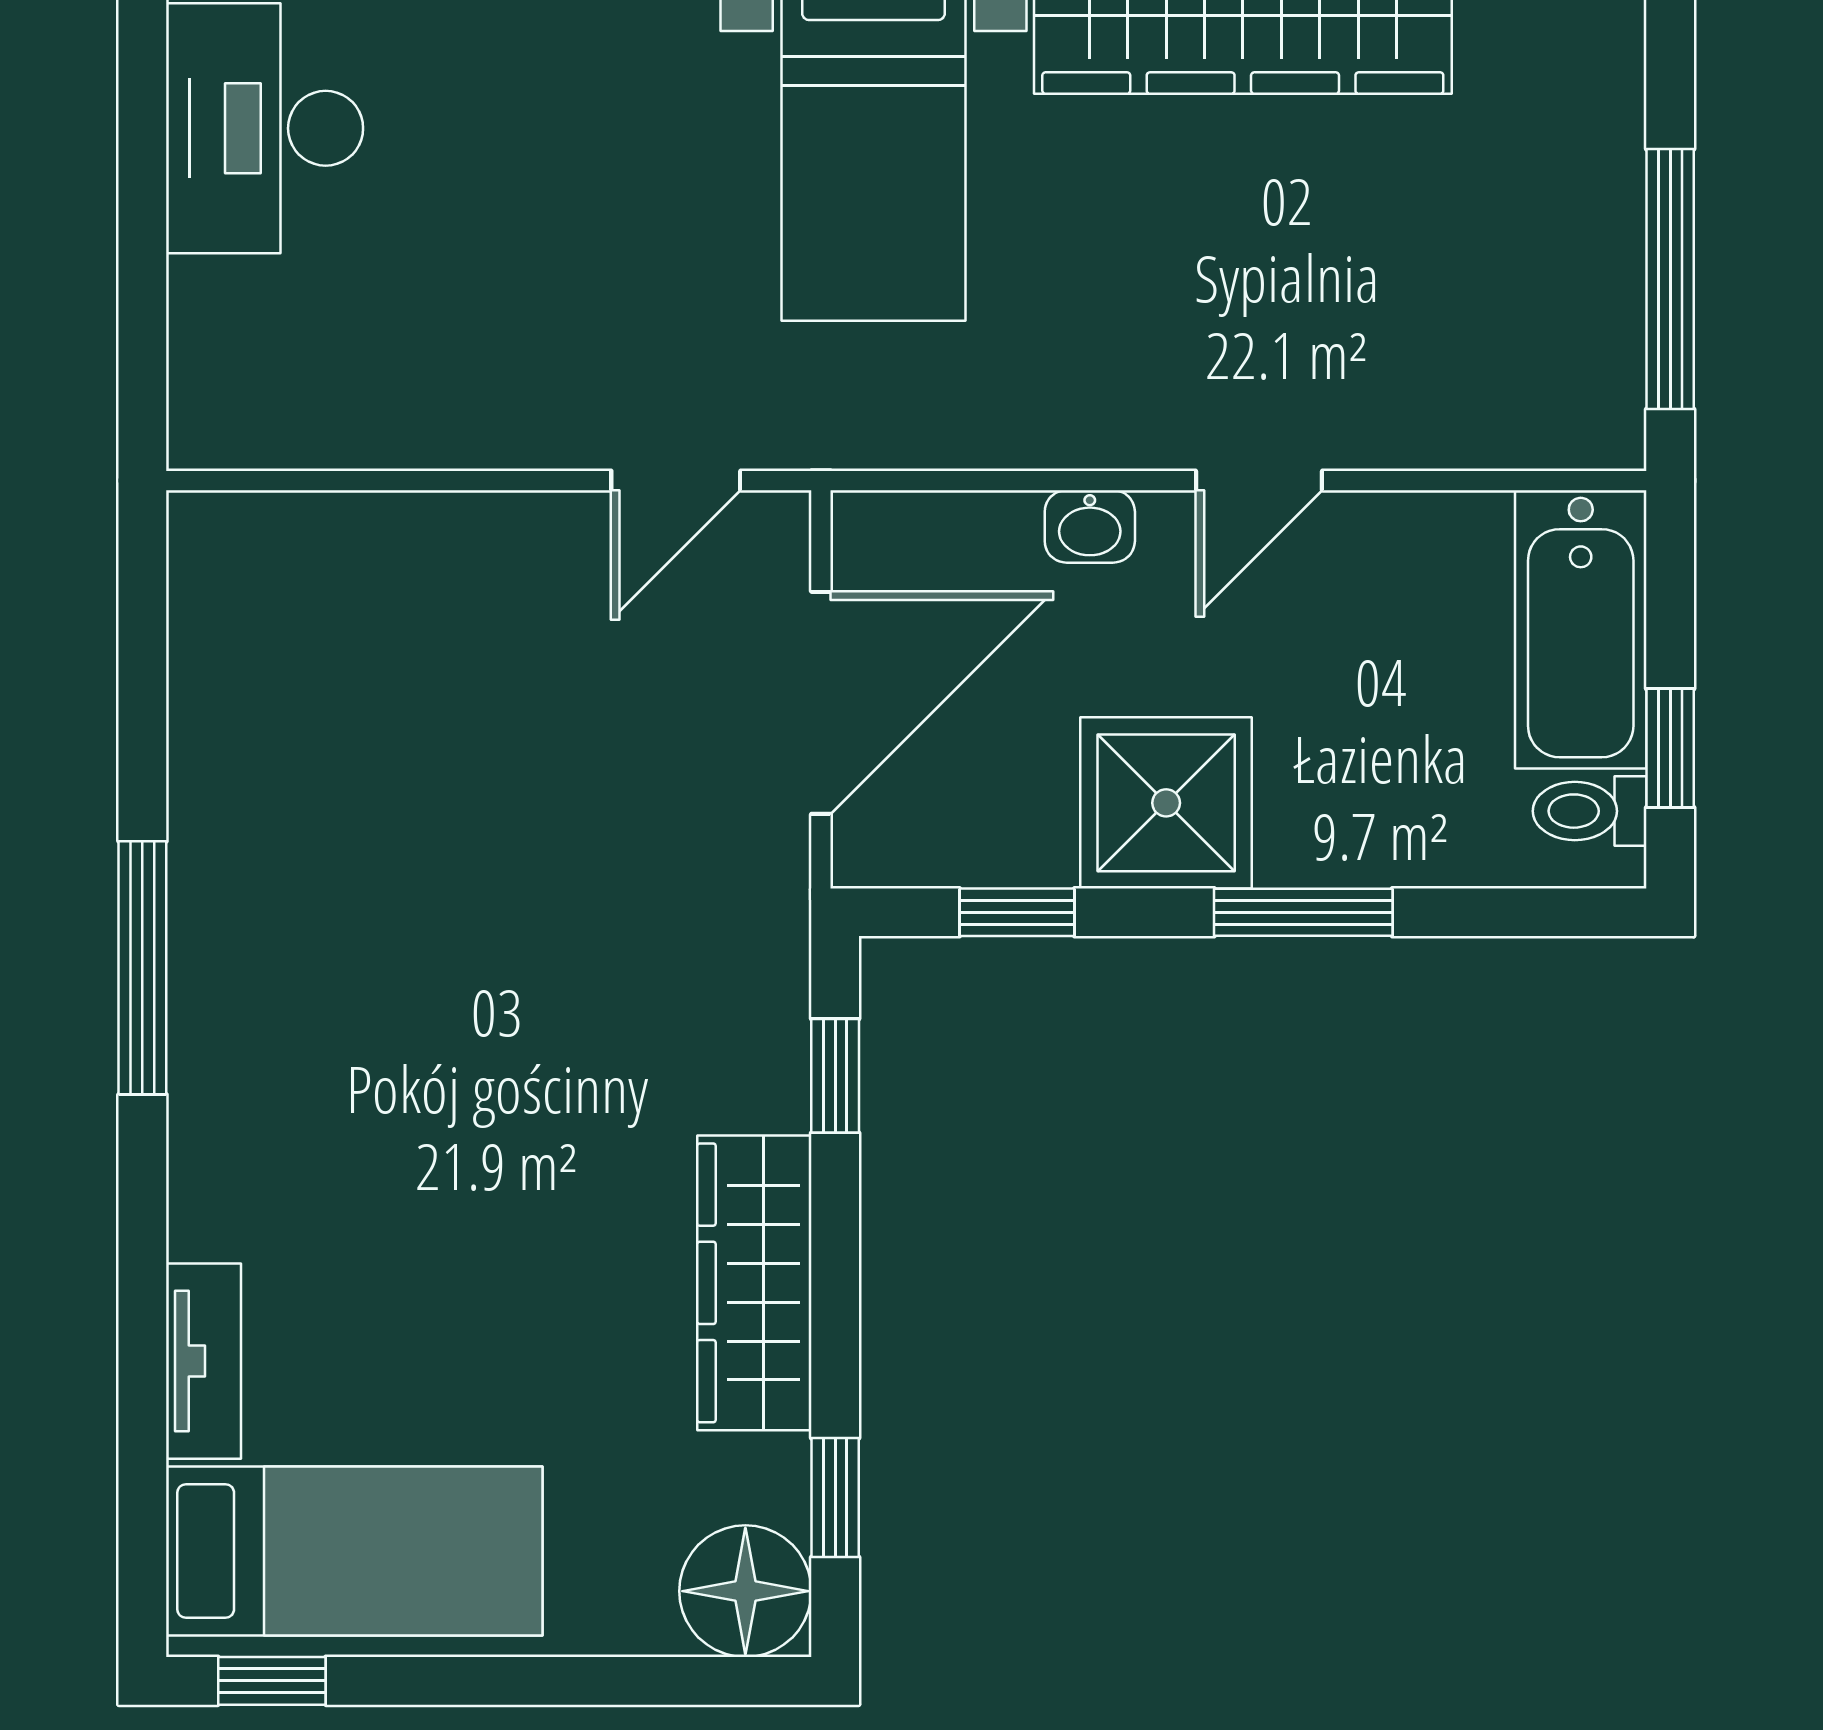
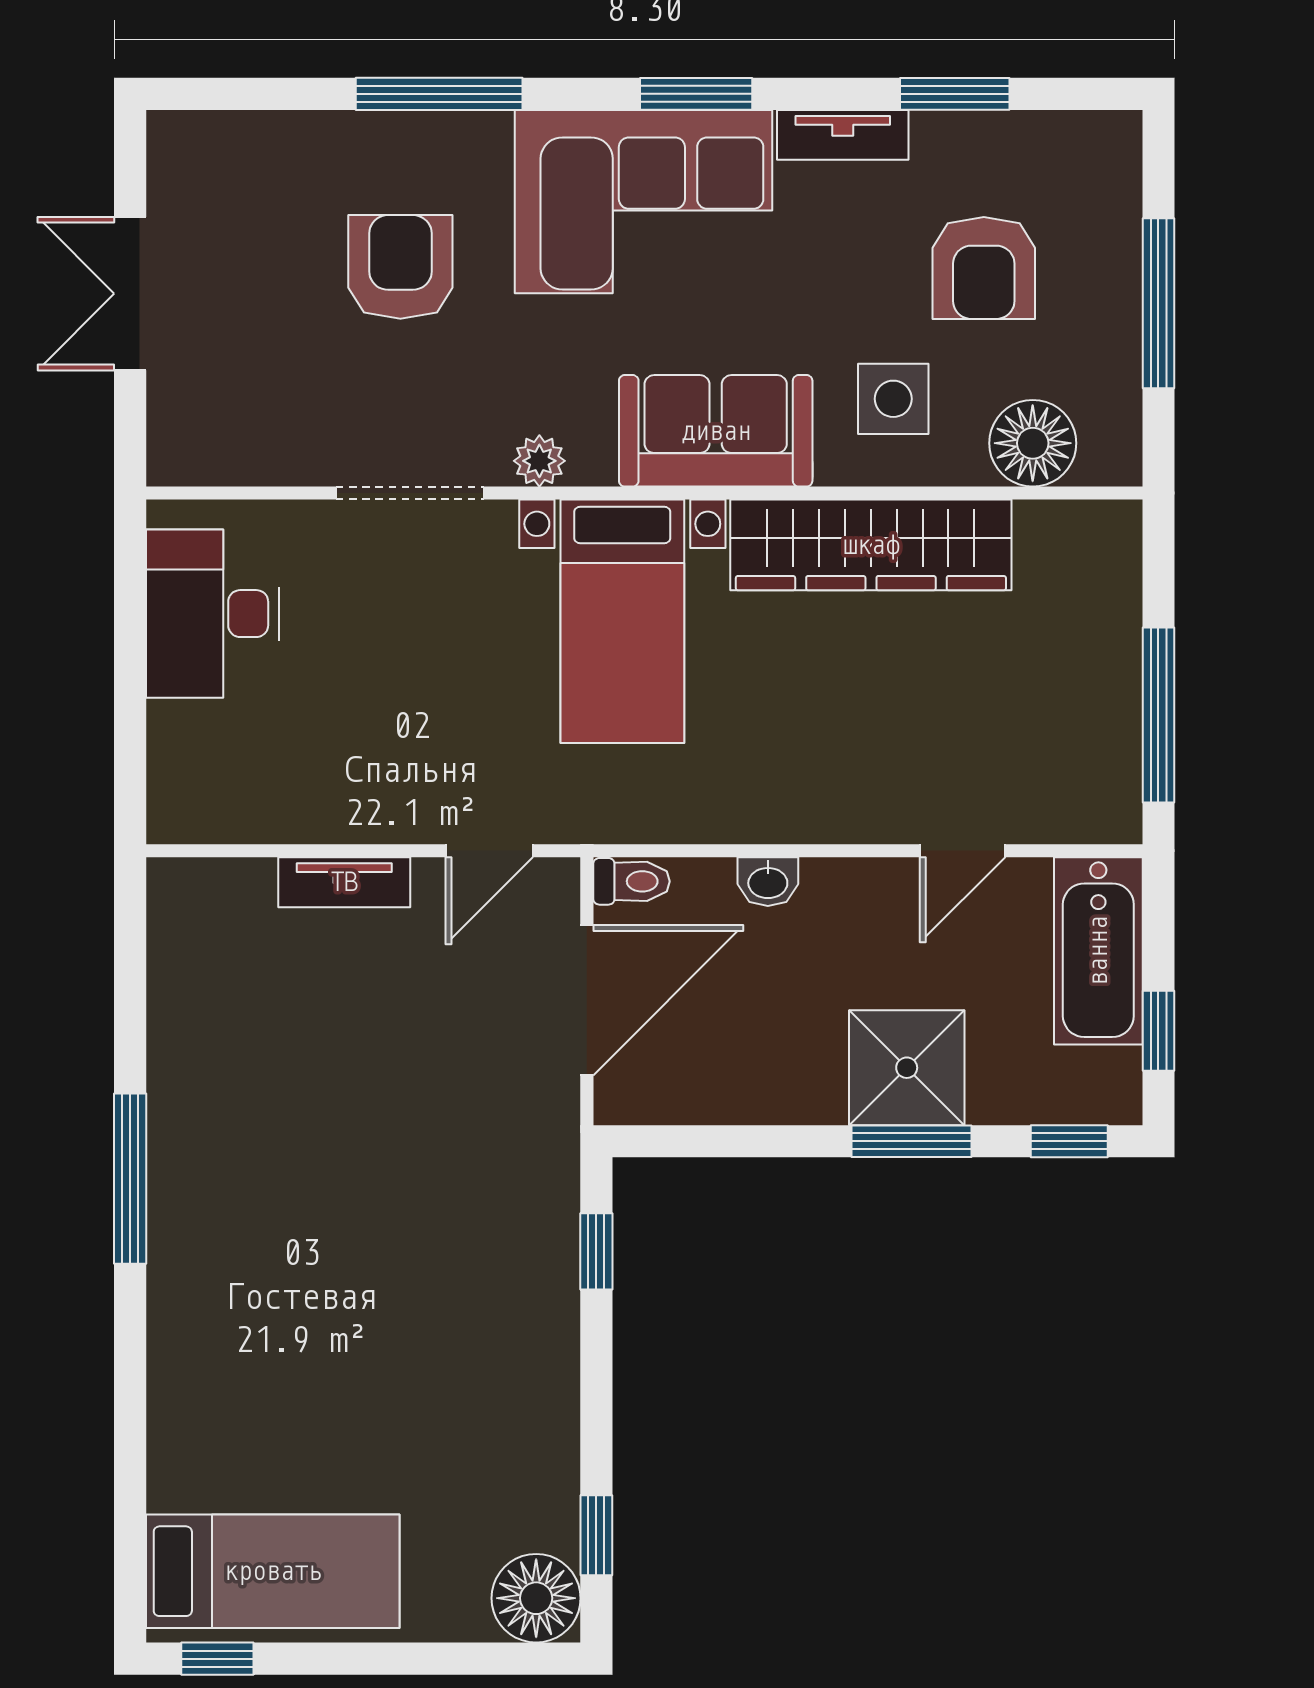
door: (1259, 481) -> (963, 851), moved
shower: (1166, 803) -> (907, 1068), moved
toilet: (1590, 811) -> (631, 881), moved, turned 180
window: (1017, 912) -> (1069, 1141), moved
wardrobe: (754, 1283) -> (542, 1391), removed
tv unit: (203, 1361) -> (344, 882), moved, turned 90

